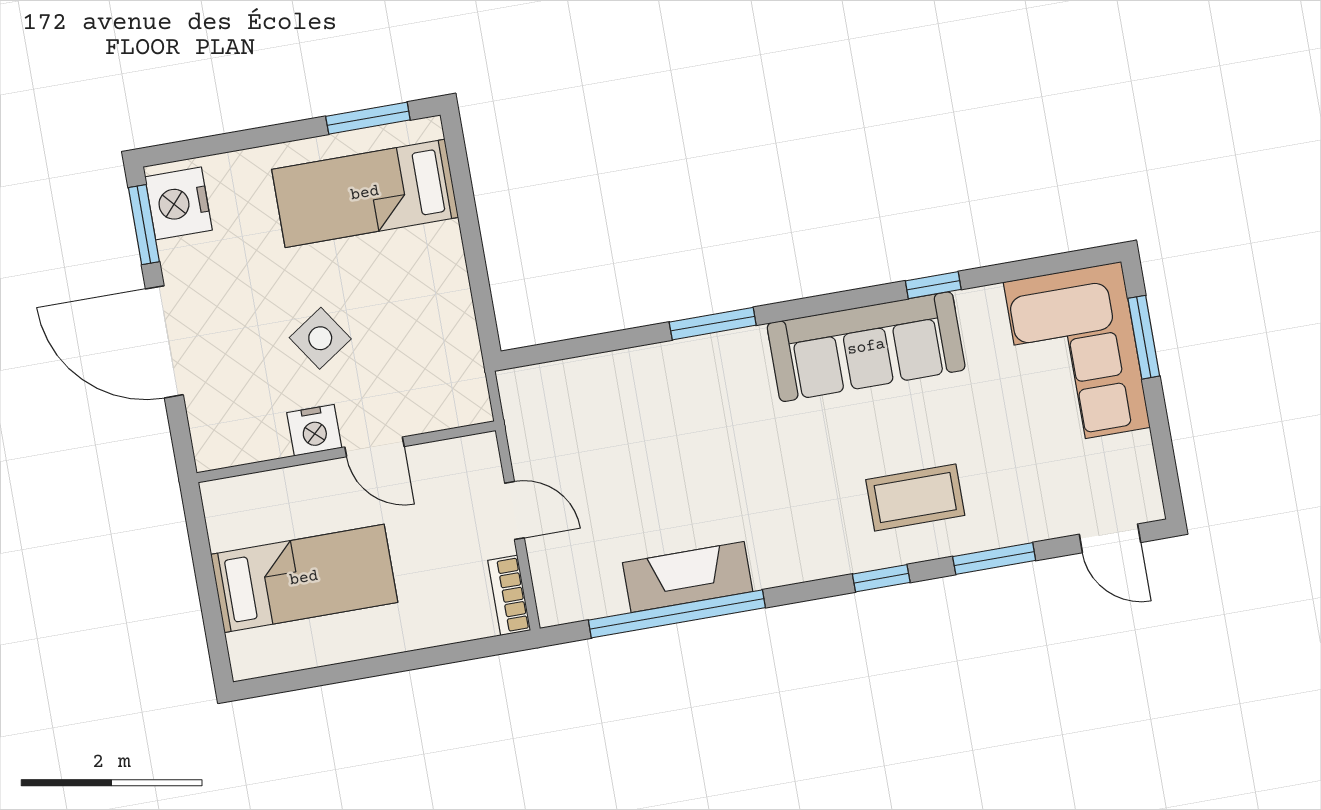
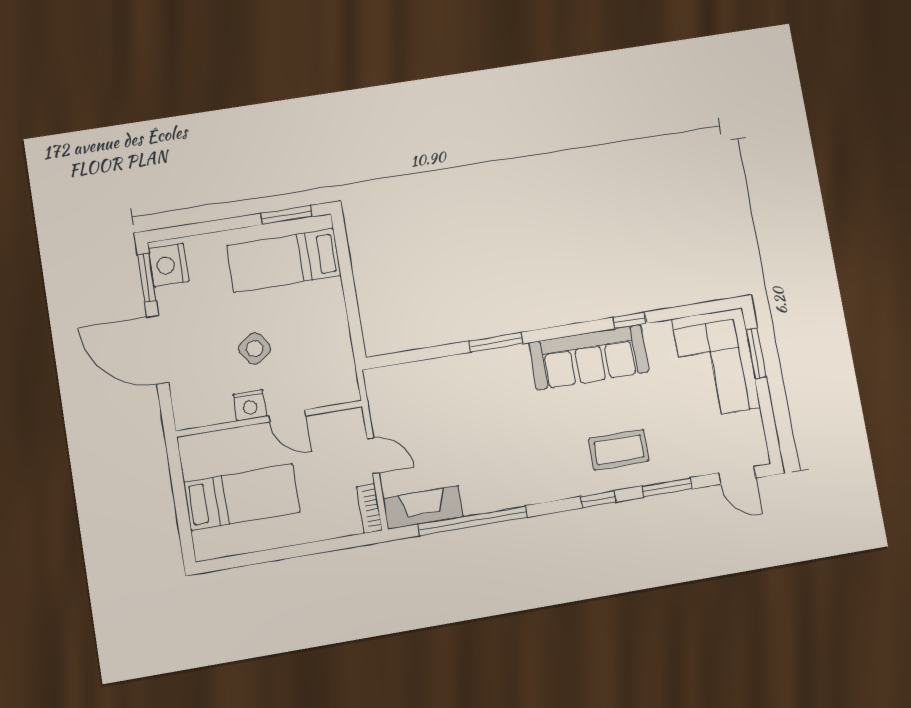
fireplace: (688, 577) -> (423, 507), moved

